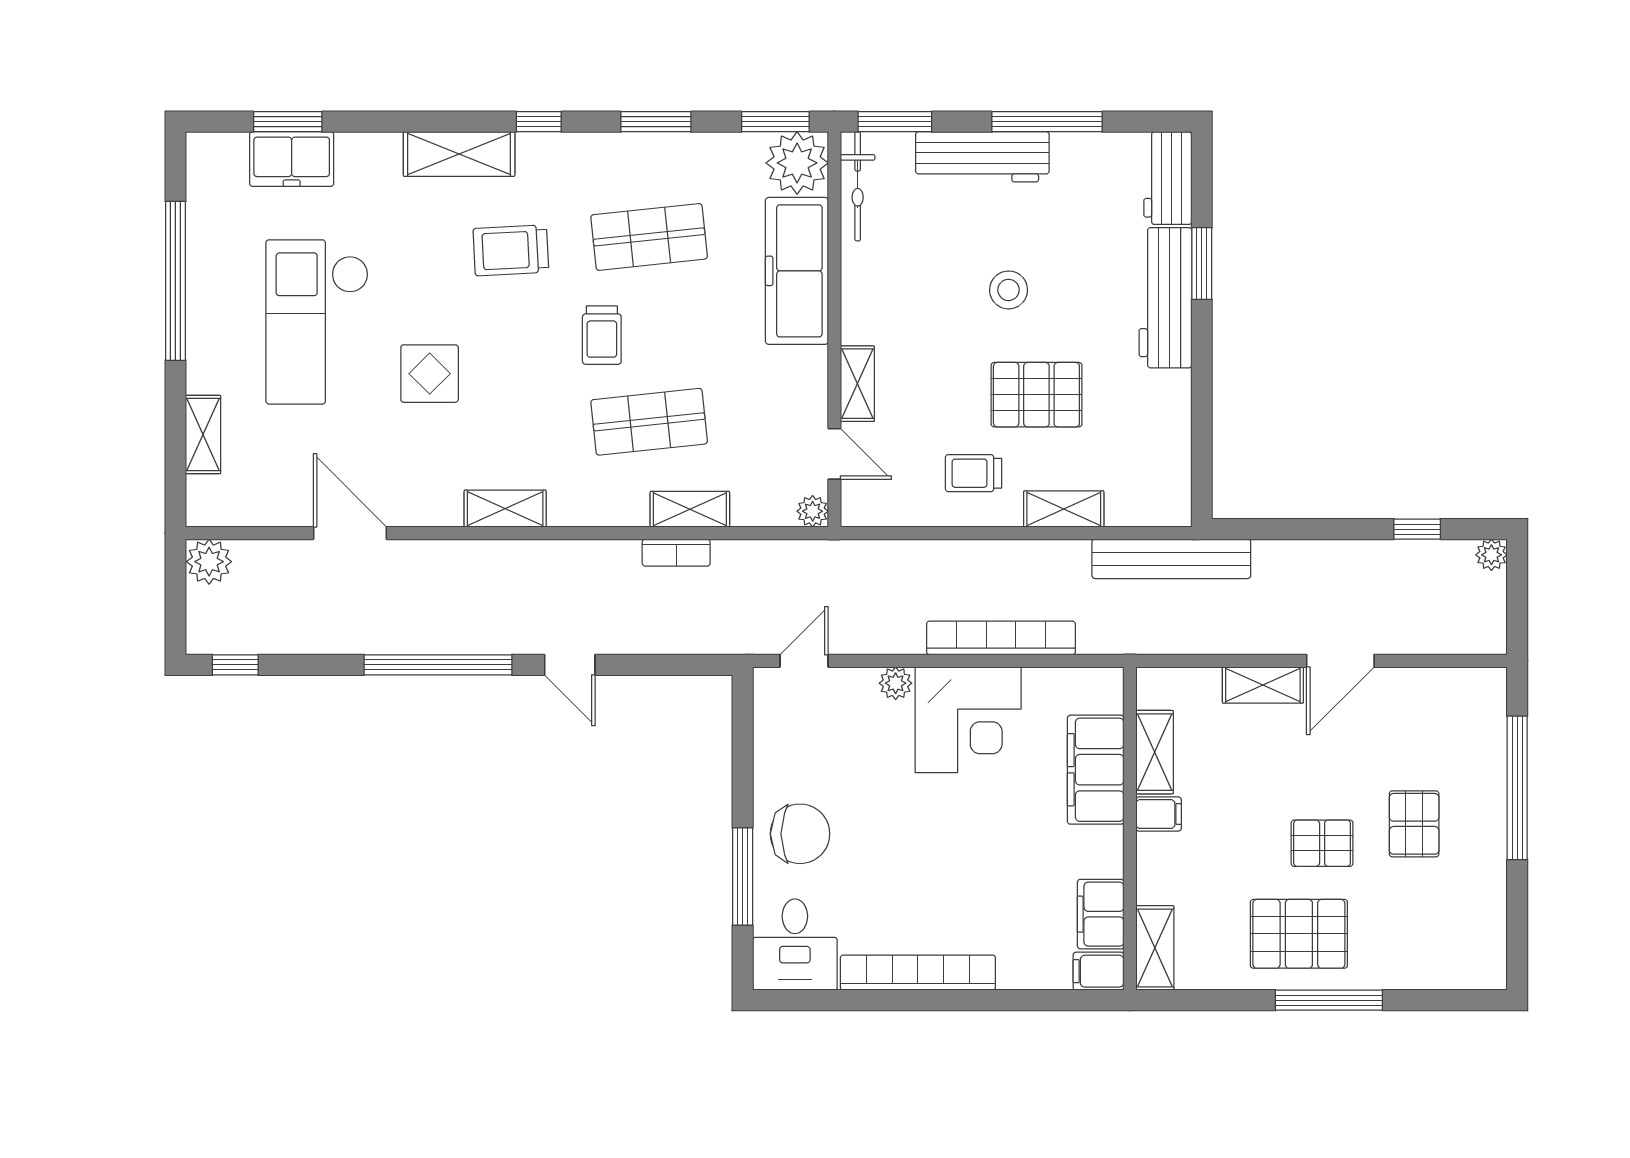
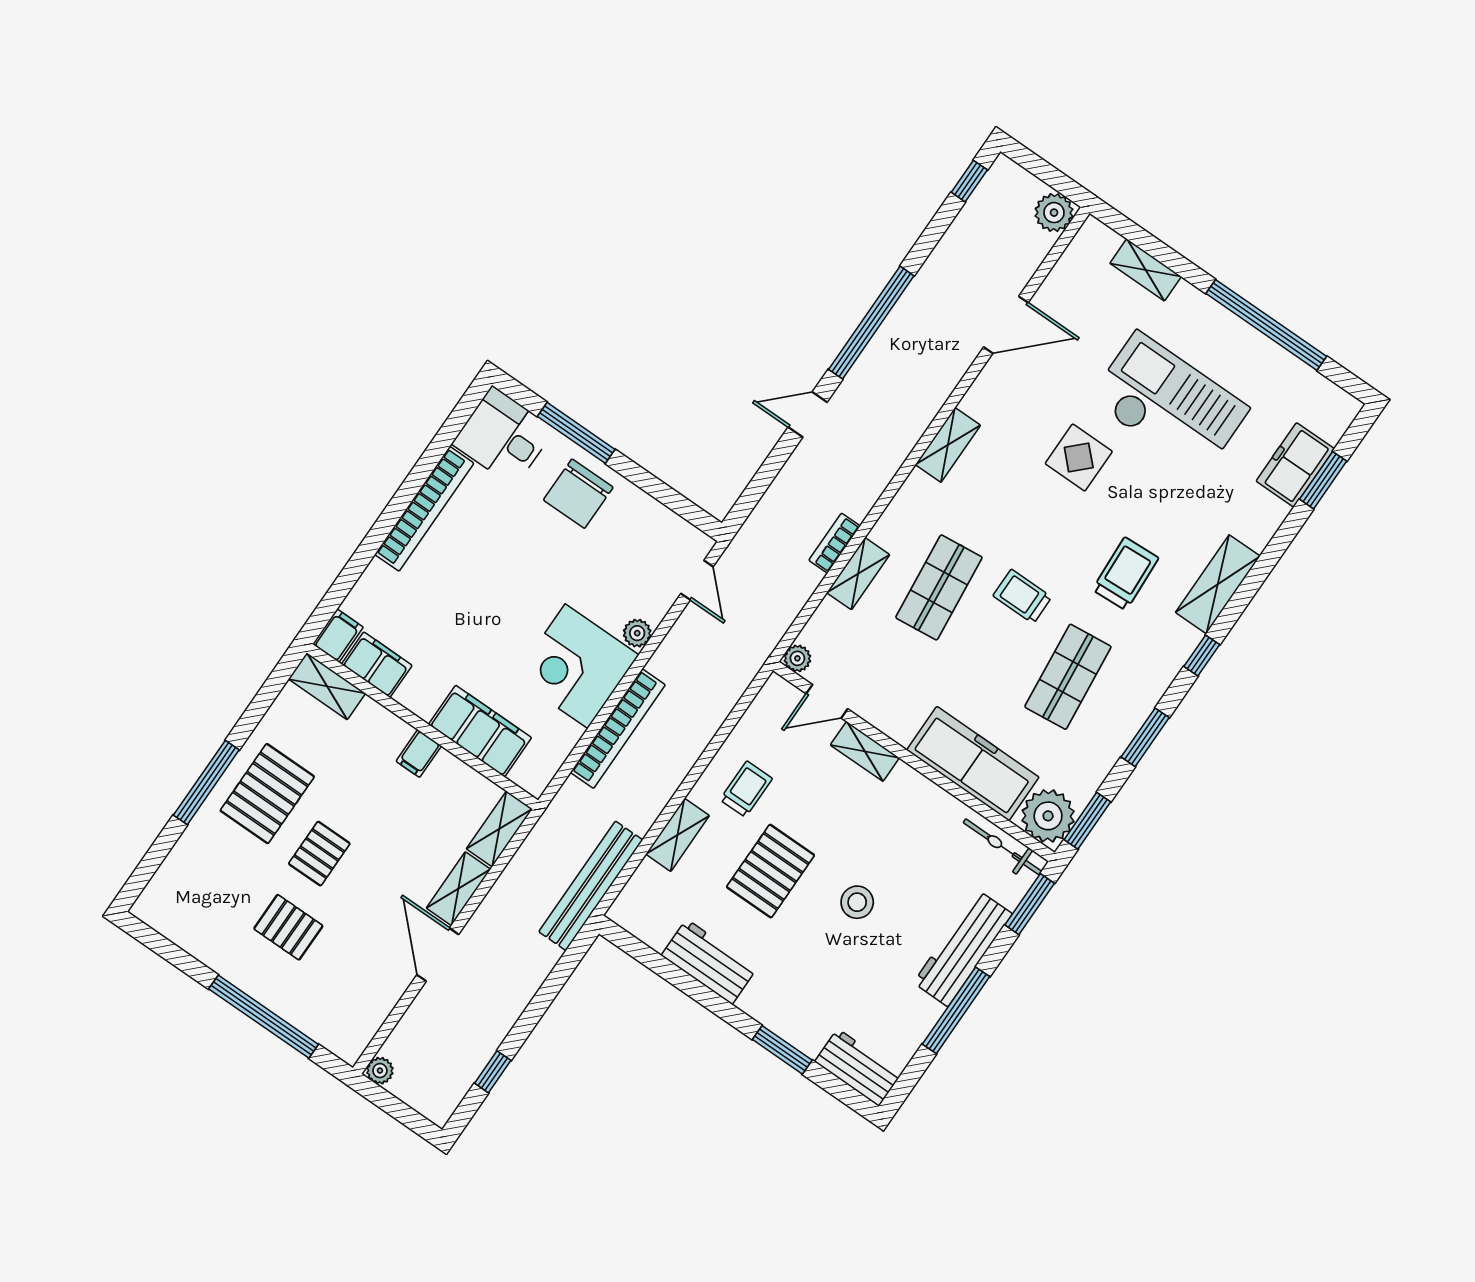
workbench: (1165, 298) -> (709, 962), moved, width x0.73
plant: (1491, 555) -> (380, 1071), moved
shelving: (1155, 752) -> (499, 829), moved, turned 90

